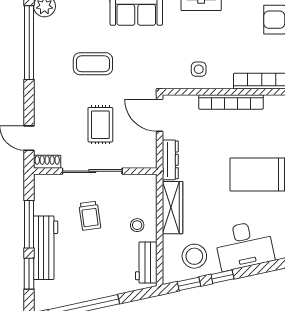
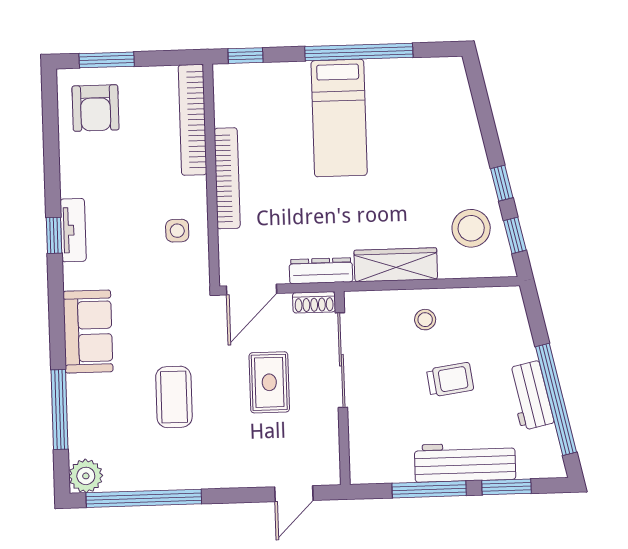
rug: (100, 125) -> (269, 382), turned 90
shoe rack: (47, 162) -> (314, 302), moved, turned -90
sliding door: (92, 171) -> (341, 360), moved
trolley: (90, 216) -> (450, 380), moved
desk: (244, 245) -> (451, 150), removed
workbench: (146, 262) -> (530, 396), moved, turned 78

